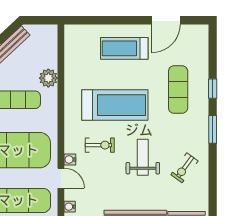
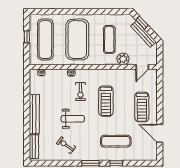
treadmill: (124, 48) -> (142, 107), turned 180
treadmill: (115, 105) -> (106, 101), width x0.73, depth x0.73
door: (61, 178) -> (142, 67), moved

